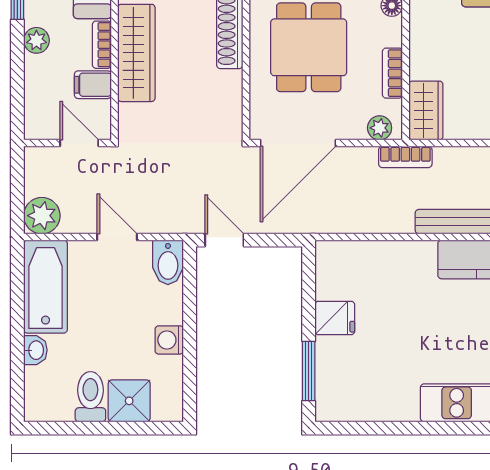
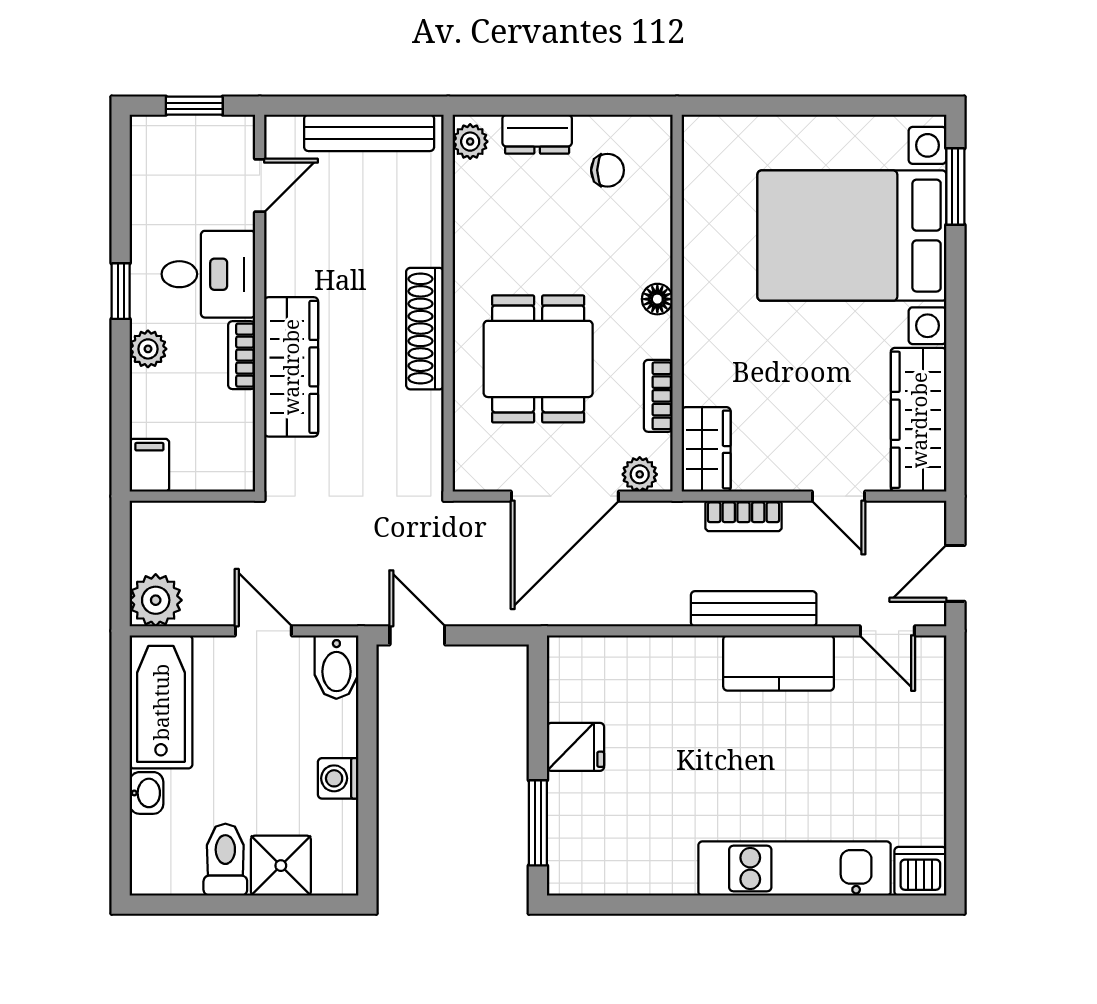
filing cabinet: (93, 85) -> (149, 465), moved, turned 90
door: (79, 143) -> (209, 496), removed
door: (298, 143) -> (565, 496), moved
bookcase: (405, 157) -> (743, 516), moved

